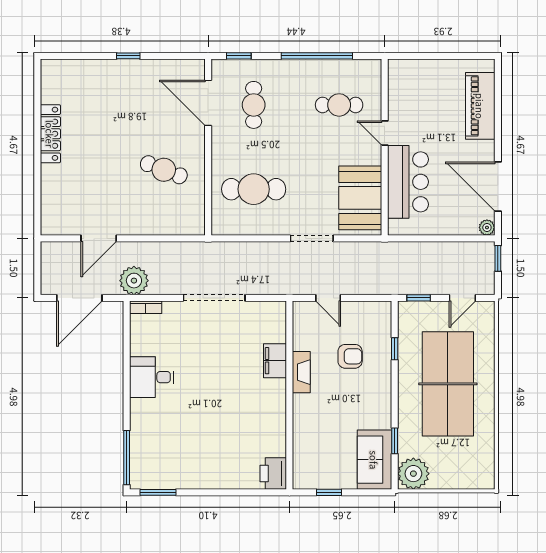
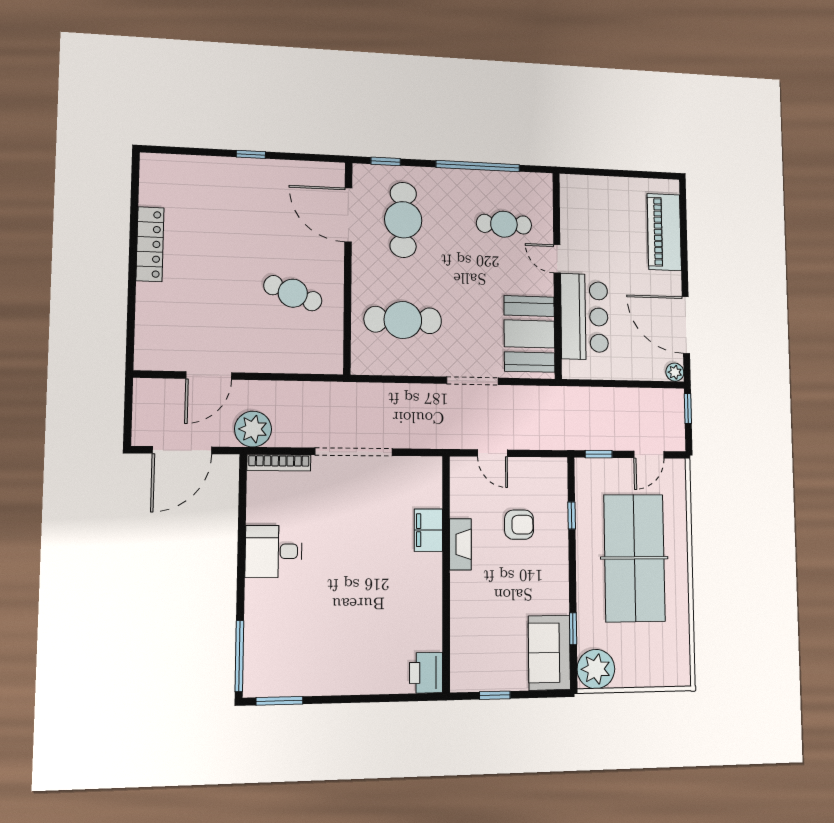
cafe table: (254, 105) -> (403, 220), width x1.37, depth x1.35
bookcase: (146, 307) -> (279, 463), width x1.56

